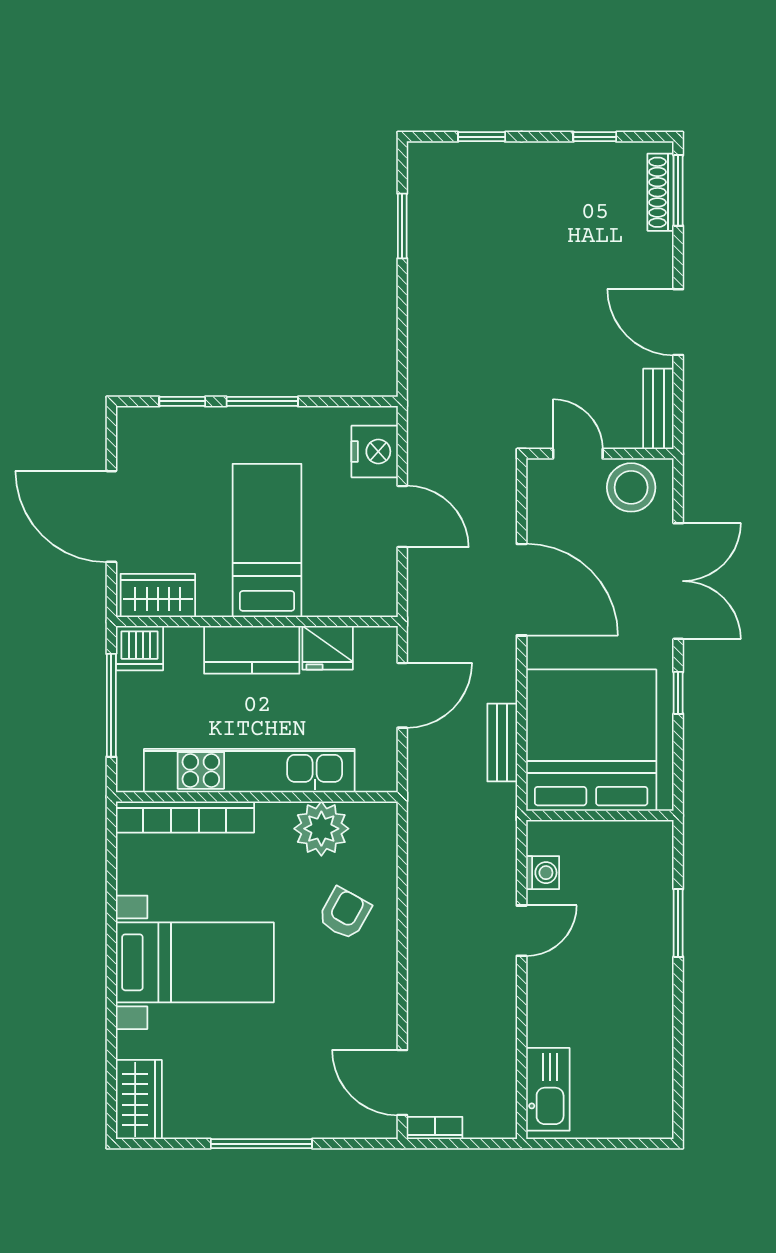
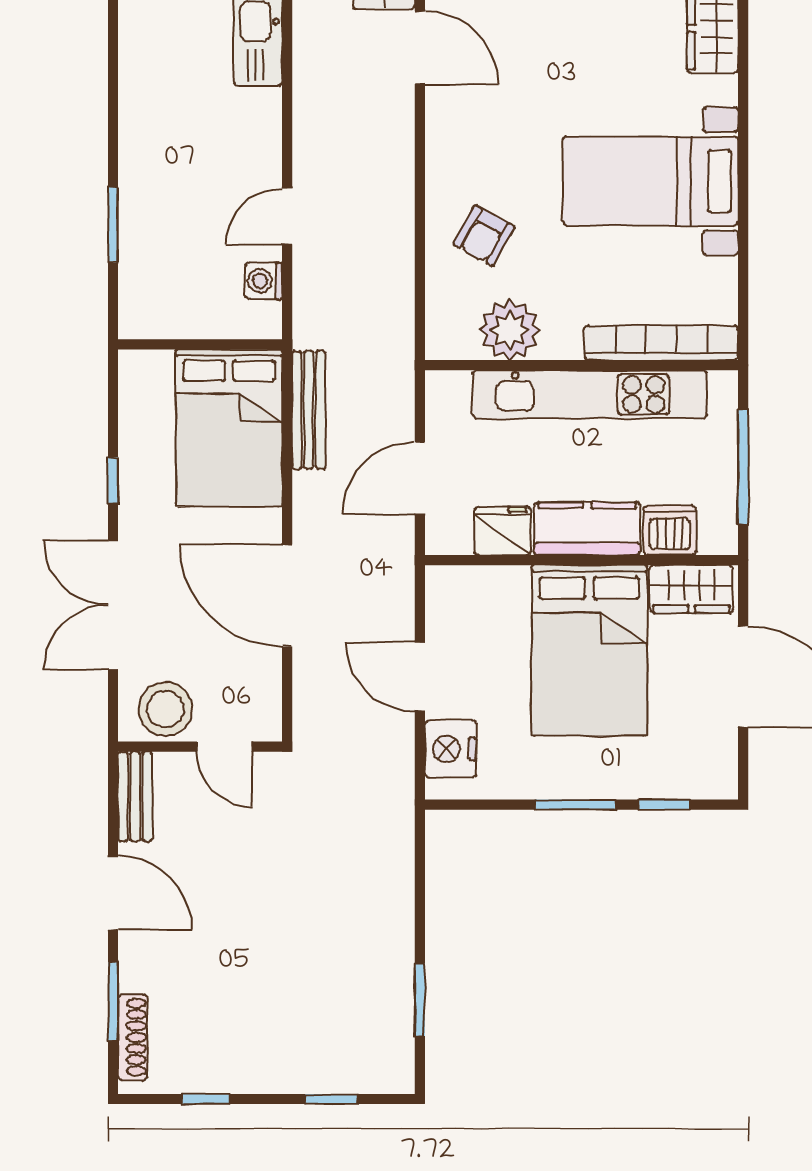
window: (678, 190) -> (113, 1001), moved
bed: (267, 540) -> (589, 650), width x1.50
dishwasher: (140, 648) -> (670, 530), moved
bed: (591, 740) -> (229, 428), width x0.73
bench: (502, 743) -> (309, 410), width x1.36

